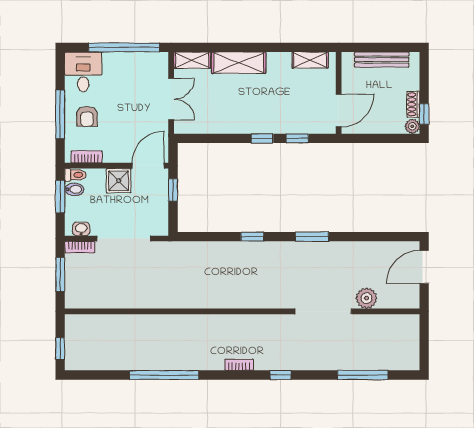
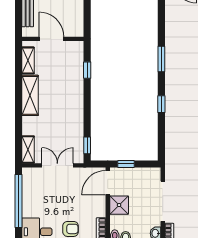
shelving: (239, 63) -> (30, 95), moved
door: (339, 110) -> (52, 39), moved
window: (262, 138) -> (87, 145), moved
door: (148, 166) -> (108, 183), hinge flipped

